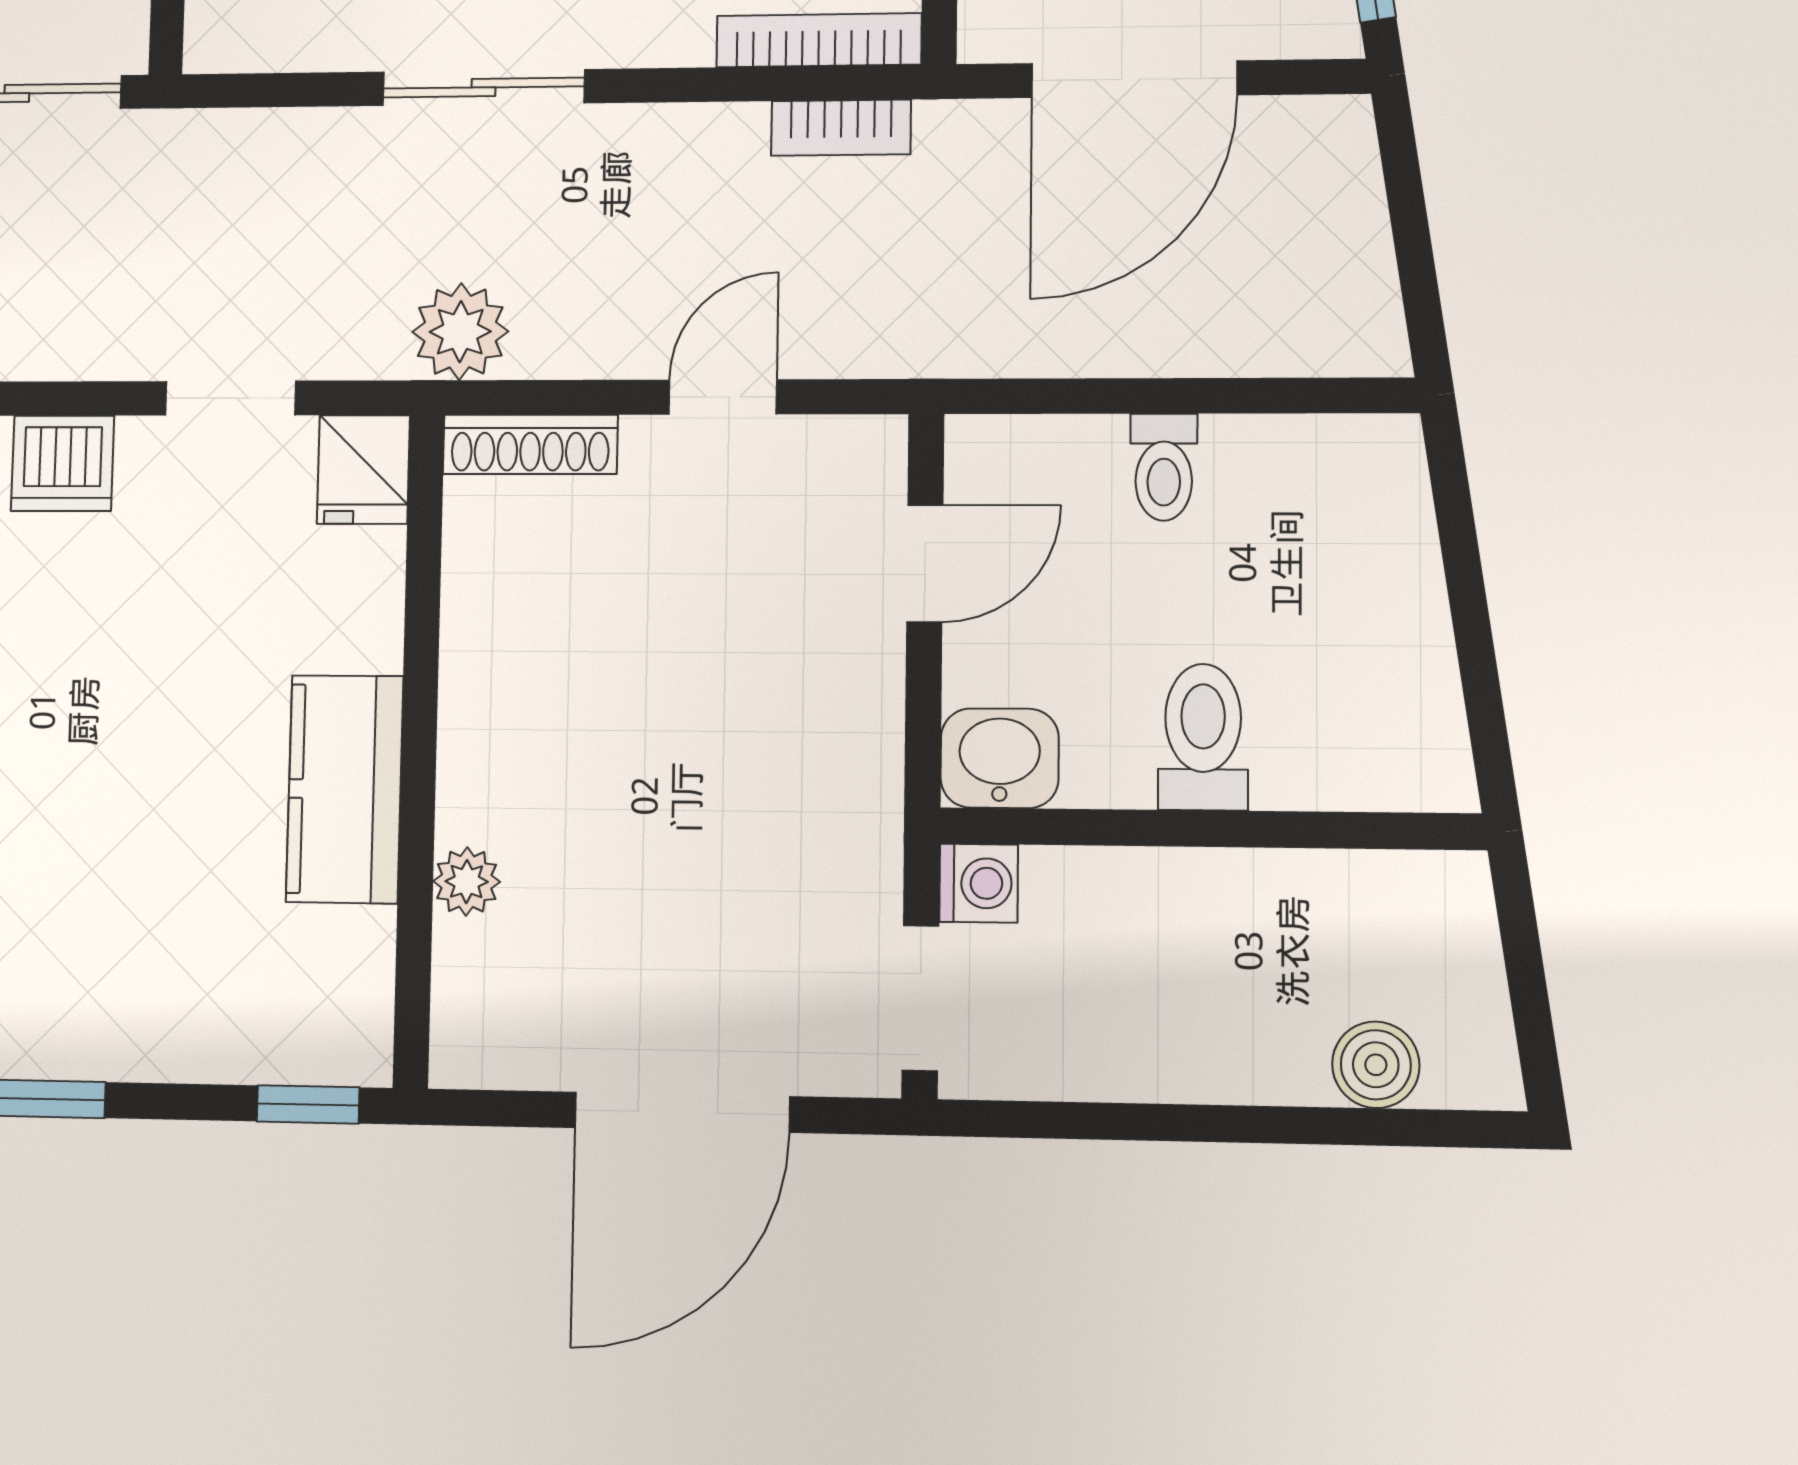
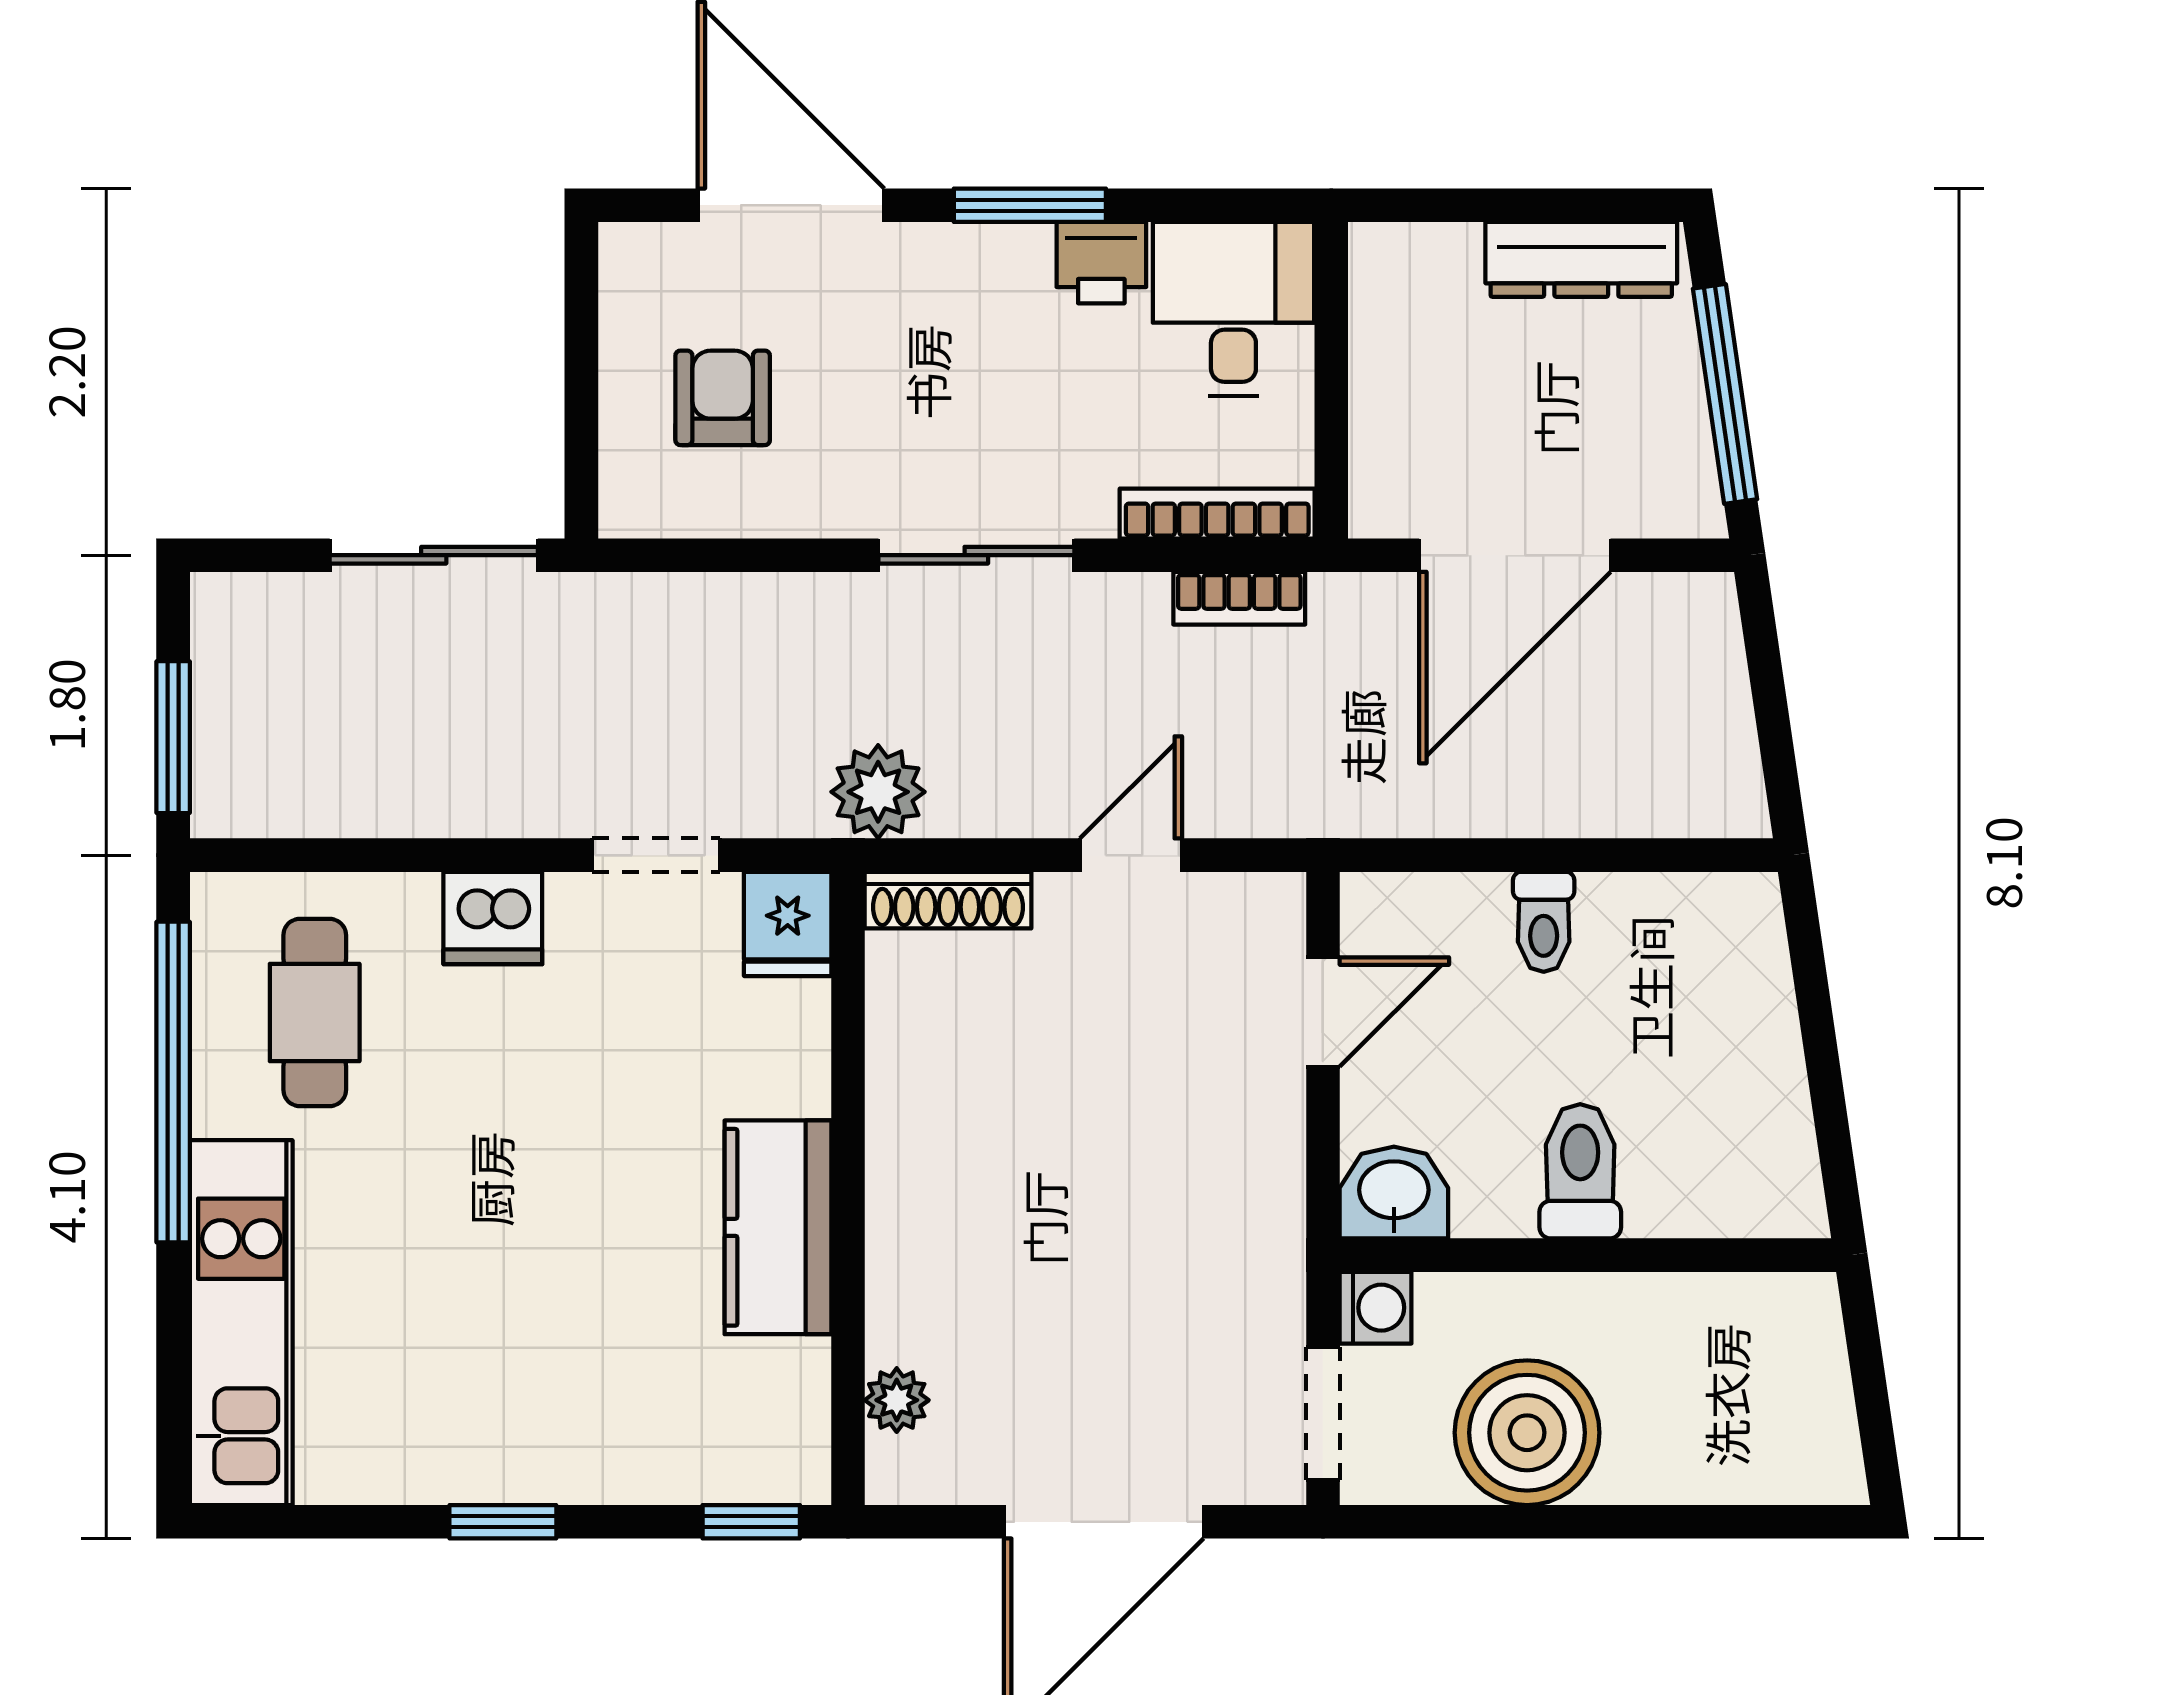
sliding door: (484, 87) -> (976, 555), moved
plant: (467, 881) -> (897, 1400), moved
boiler: (1376, 1065) -> (1527, 1433), moved, width x1.86, depth x1.86

